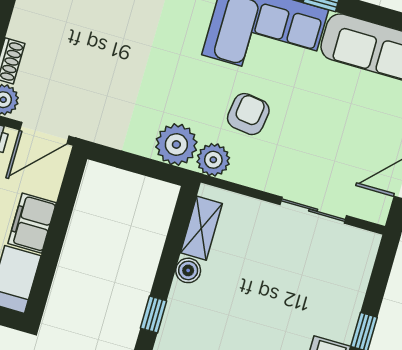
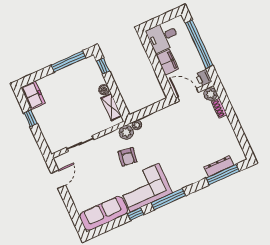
door: (44, 133) -> (188, 95), hinge flipped
plant: (176, 145) -> (137, 125), width x0.53, depth x0.53

